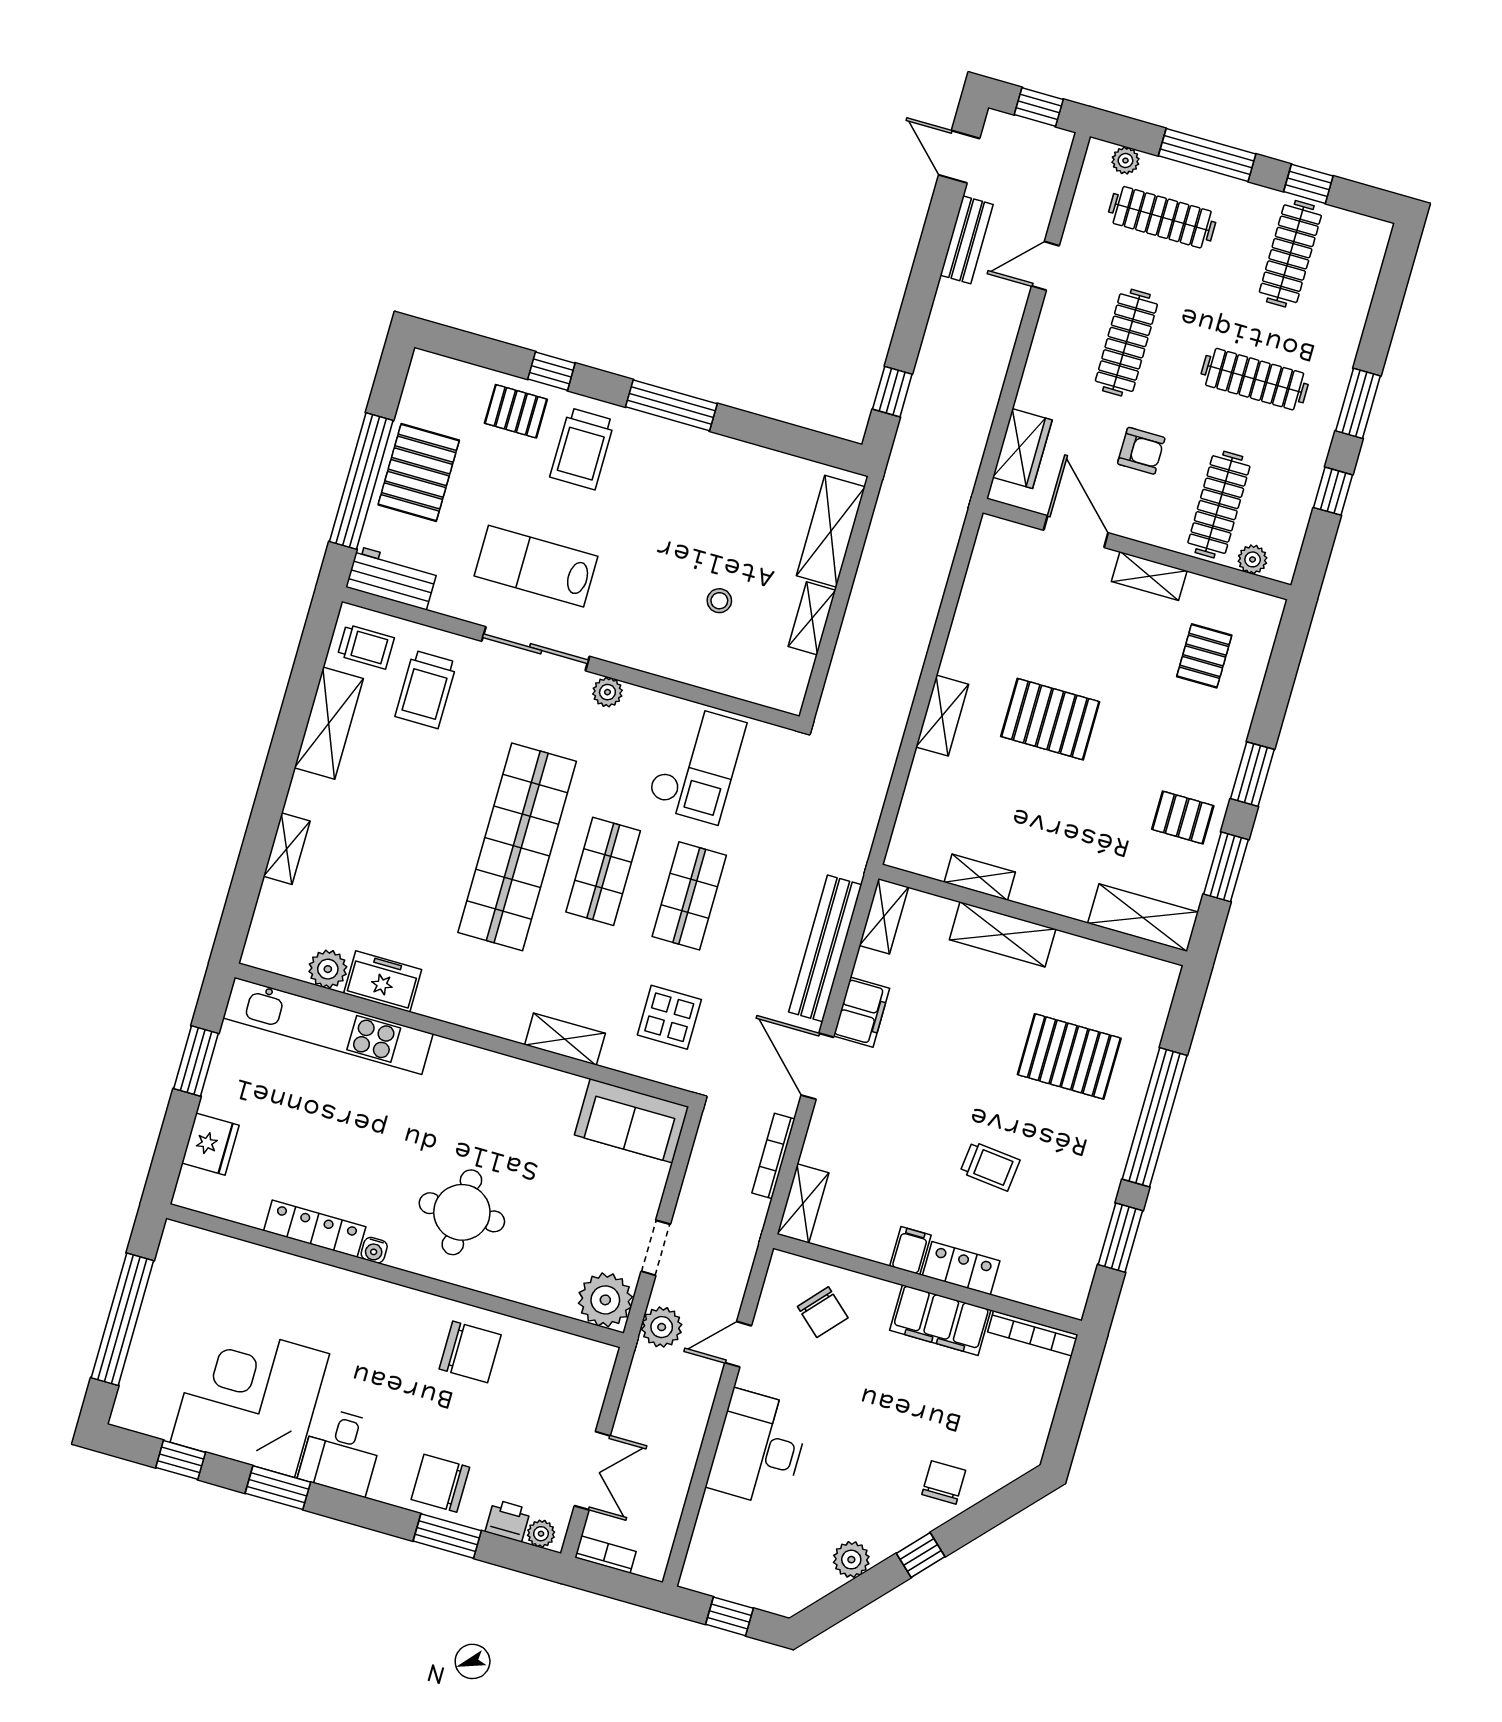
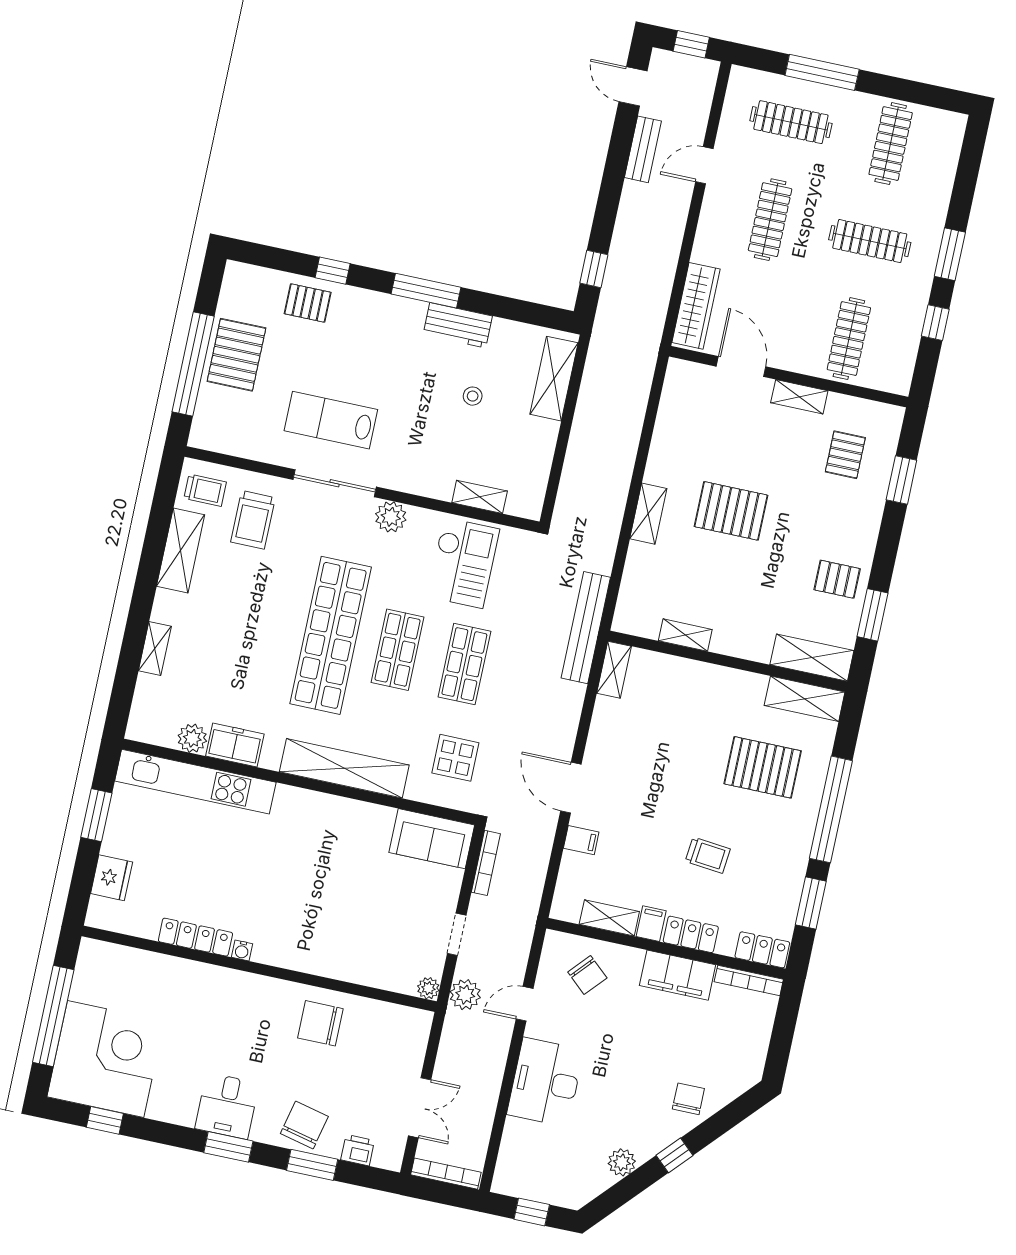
plant: (1125, 161) -> (760, 81), removed
window: (1308, 184) -> (901, 89), removed
trolley: (582, 449) -> (360, 328), removed
wardrobe: (1022, 449) -> (696, 306), width x1.50
armchair: (1141, 451) -> (787, 301), removed
plant: (1253, 559) -> (877, 379), removed
workbench: (392, 578) -> (458, 325), moved, turned 180
stool: (719, 601) -> (473, 396), moved
shelving: (812, 618) -> (480, 497), moved, turned 90
plant: (607, 692) -> (391, 517), width x1.38, depth x1.38
window: (1252, 774) -> (901, 480), moved
shelving: (1003, 934) -> (805, 699), moved
bench: (825, 948) -> (586, 628), moved
filing cabinet: (861, 1012) -> (581, 840), moved, width x0.50
shelving: (565, 1039) -> (344, 768), width x2.20, depth x1.33
bookcase: (773, 1156) -> (486, 863), moved, turned 180
shelving: (803, 1203) -> (609, 918), moved, turned 90
round table: (462, 1212) -> (307, 917), removed
locker: (1053, 1294) -> (762, 950), added
plant: (605, 1300) -> (428, 988), width x0.53, depth x0.53
chair: (470, 1352) -> (320, 1023), turned 180
corner desk: (250, 1398) -> (106, 1059), moved, turned 90
chair: (440, 1483) -> (304, 1125), turned 103
window: (278, 1488) -> (228, 1147), moved
plant: (541, 1534) -> (384, 1158), removed
bookcase: (605, 1554) -> (446, 1174), width x1.56

